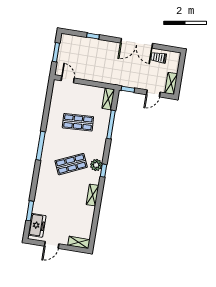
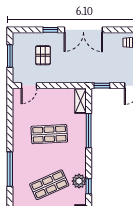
double door: (137, 43) -> (83, 30), moved
pallet: (83, 56) -> (43, 55), added
door: (68, 79) -> (29, 86), swing flipped

